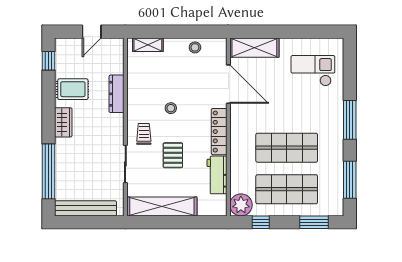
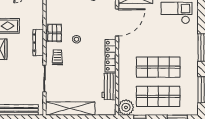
door: (228, 84) -> (117, 22), hinge flipped
dresser: (116, 94) -> (38, 43), moved
pallet: (173, 155) -> (55, 33), moved

